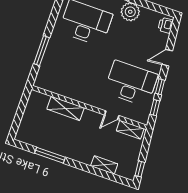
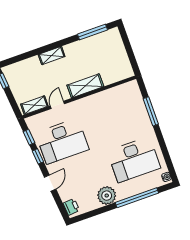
shelving: (65, 108) -> (85, 86), moved
window: (50, 155) -> (93, 32), moved
shelving: (104, 165) -> (52, 56), moved

